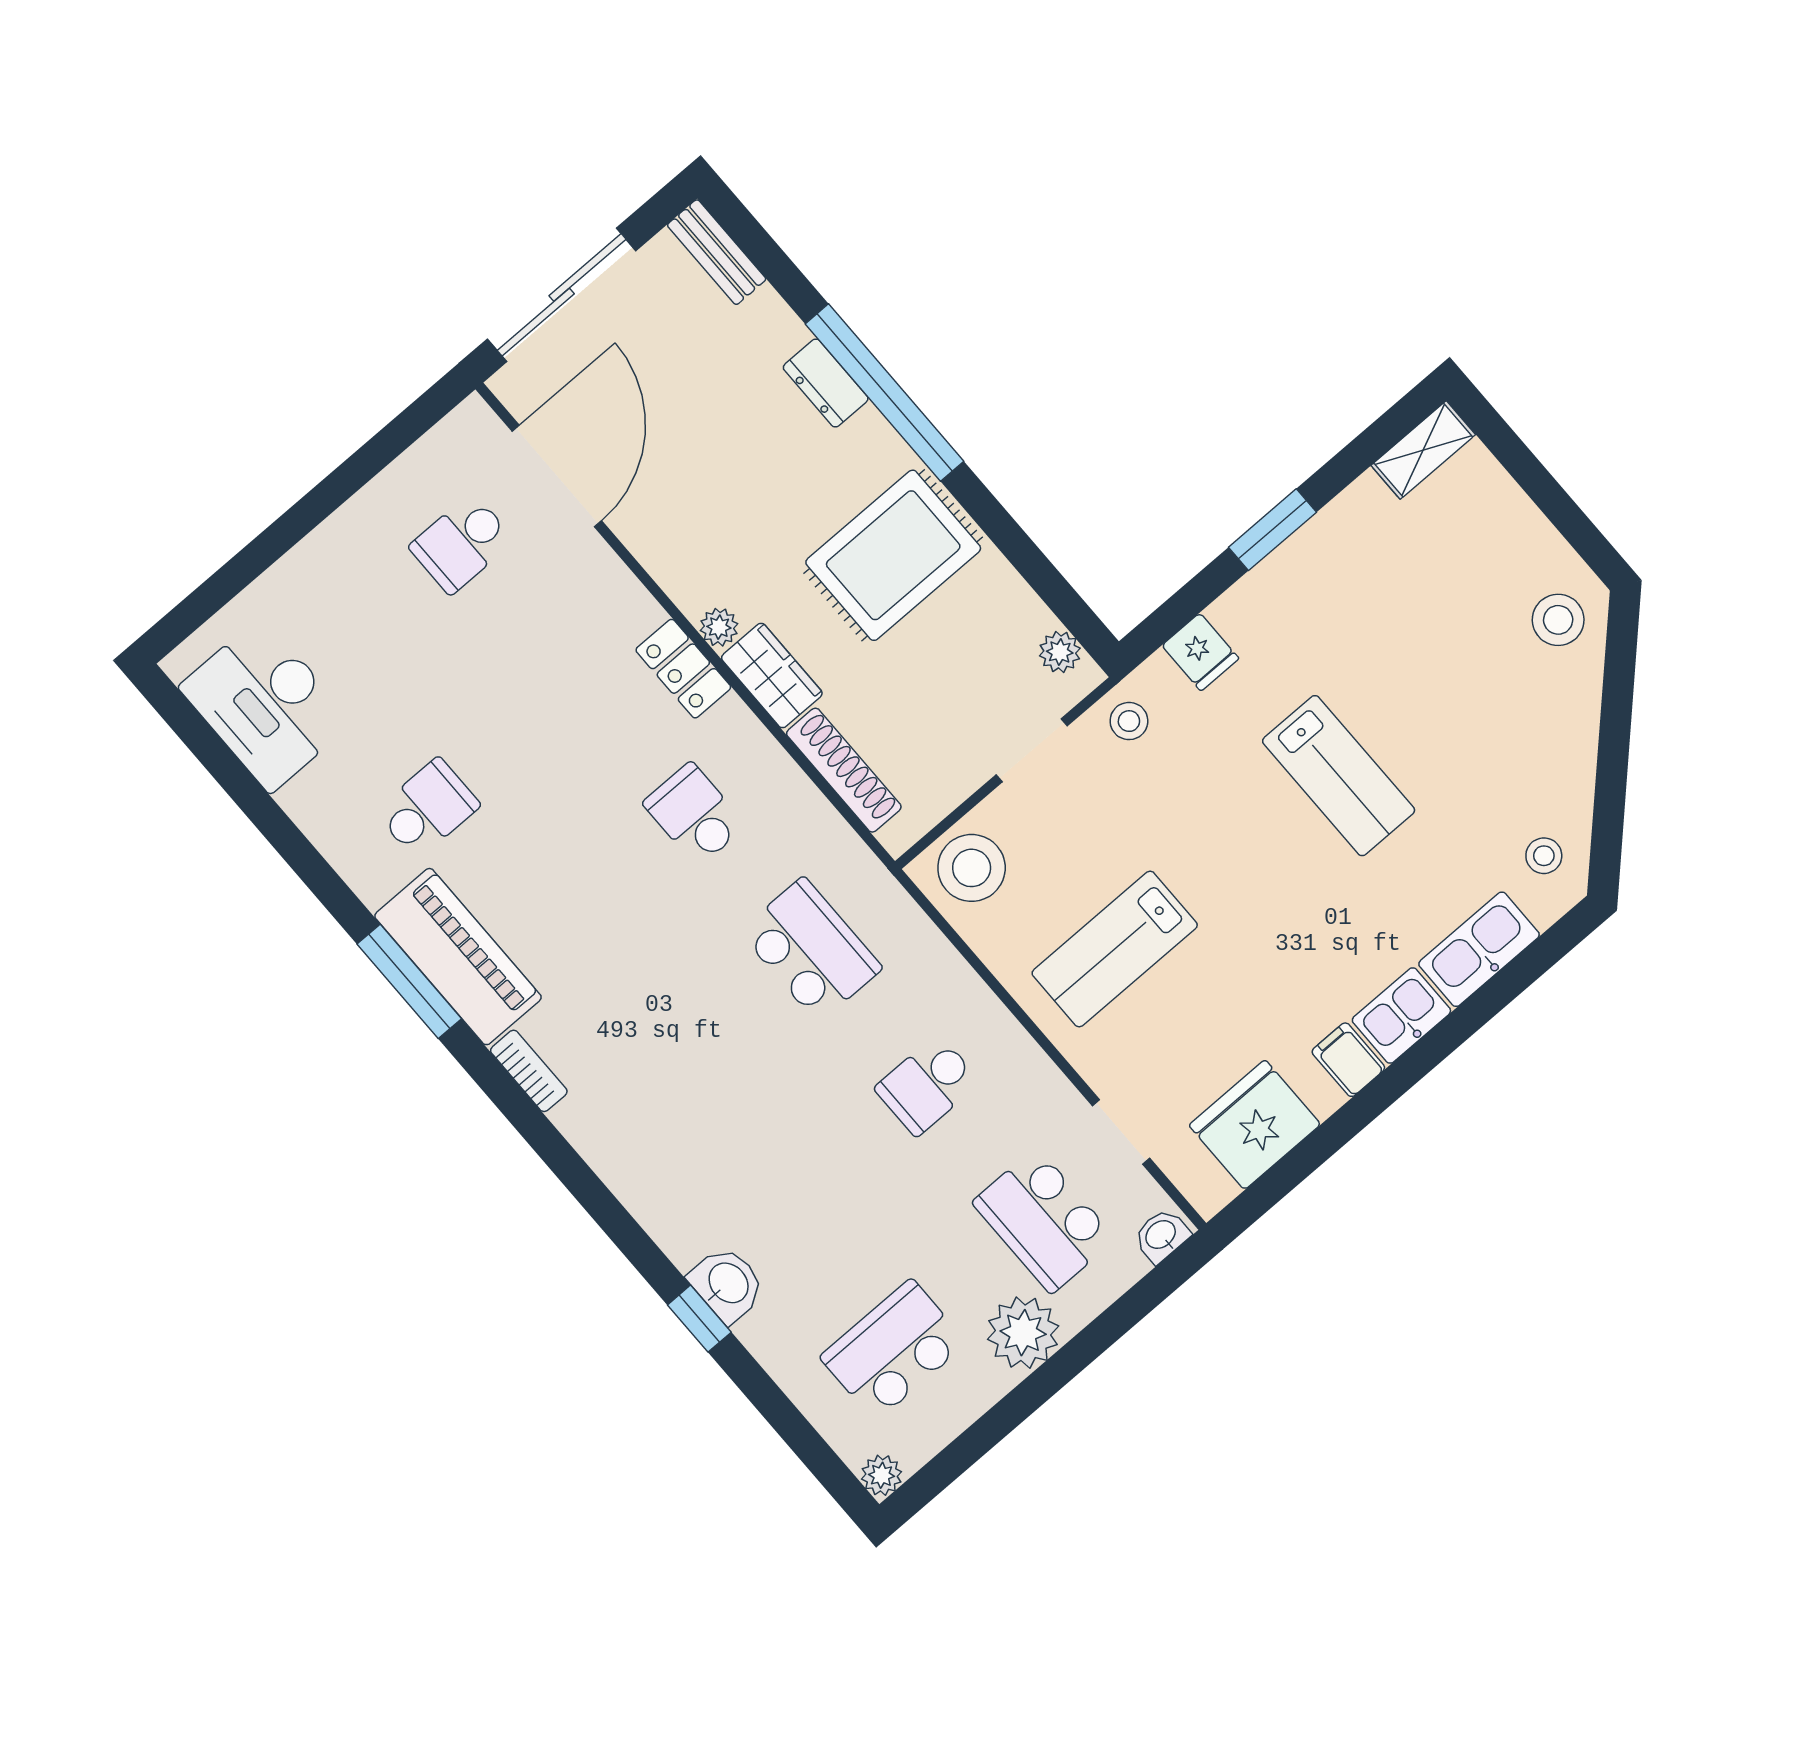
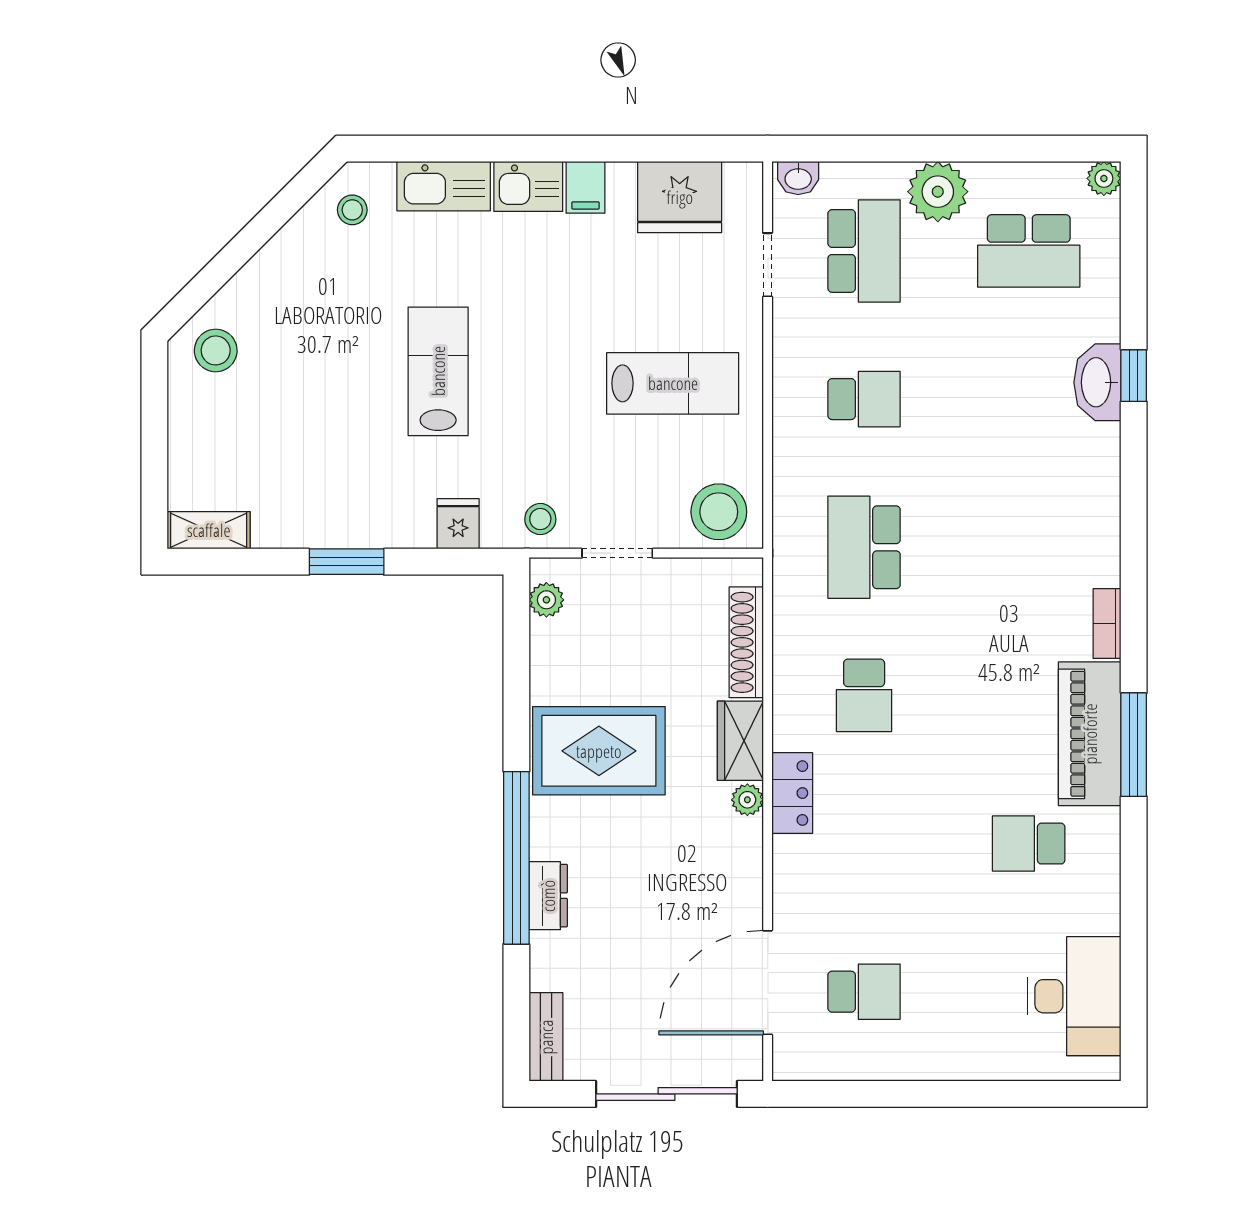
washbasin: (727, 1284) -> (1097, 382), width x1.38

